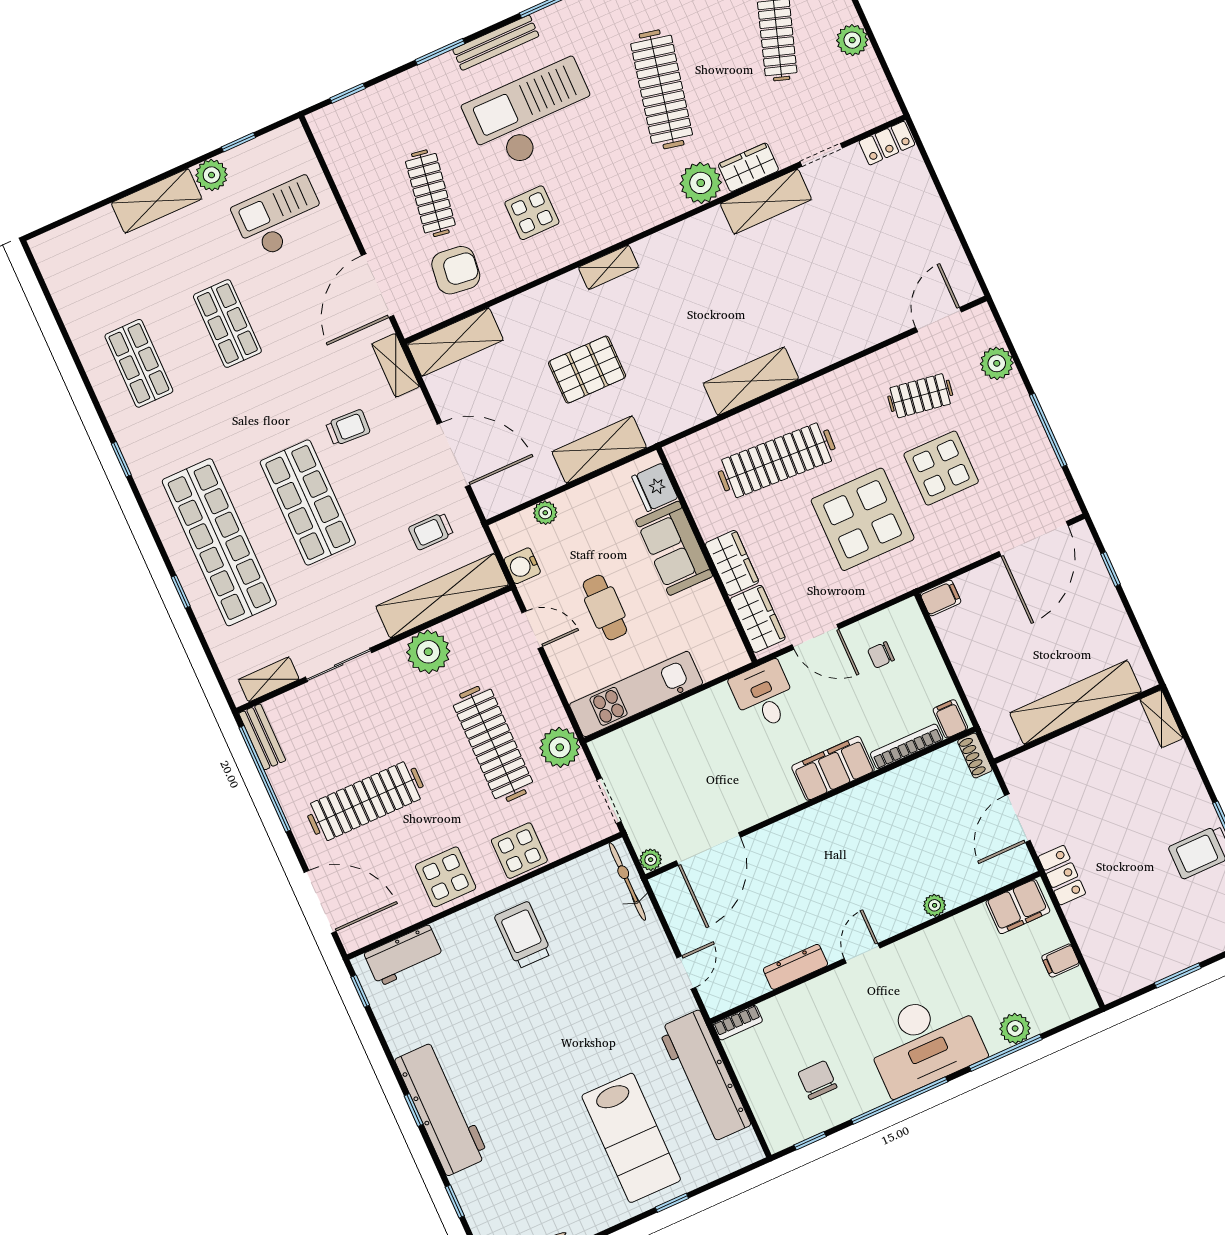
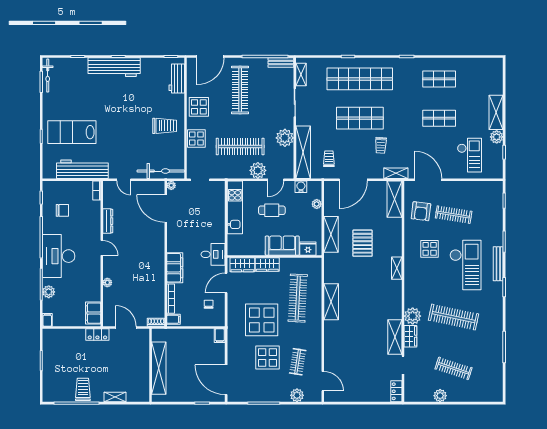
shelving: (1161, 719) -> (115, 397), moved
plant: (560, 747) -> (258, 170), moved
bicycle: (627, 882) -> (161, 171), width x1.37, depth x1.40
filing cabinet: (1061, 961) -> (47, 320), moved

